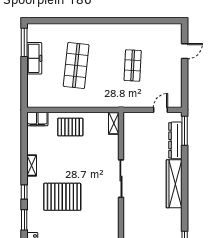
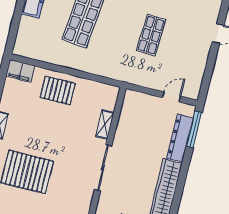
shelving: (114, 123) -> (105, 124), moved

